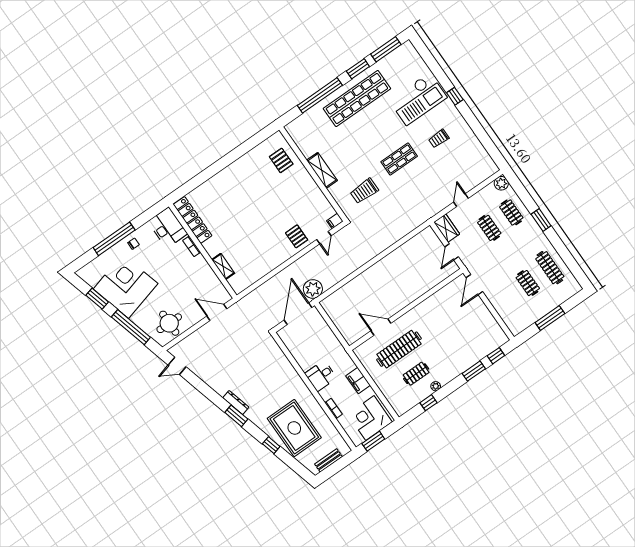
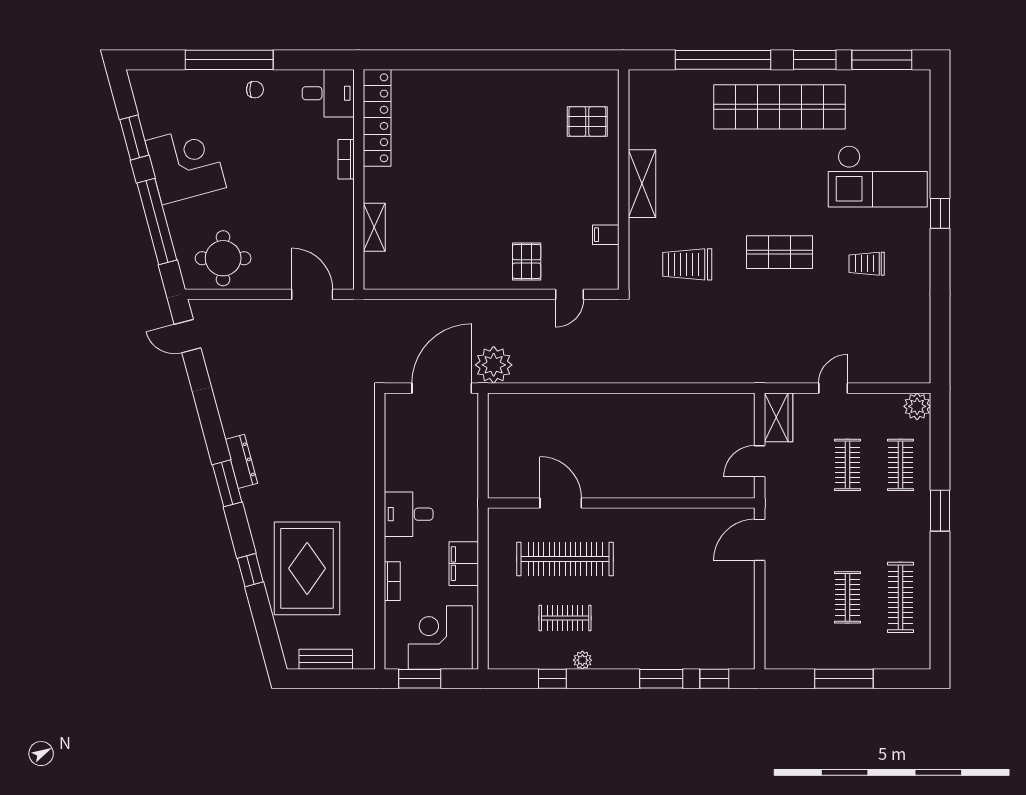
pallet: (281, 160) -> (587, 121), turned 90
filing cabinet: (335, 221) -> (606, 235), moved
desk: (168, 228) -> (328, 93), width x0.73
corner desk: (126, 286) -> (186, 164), width x0.74, depth x0.74

